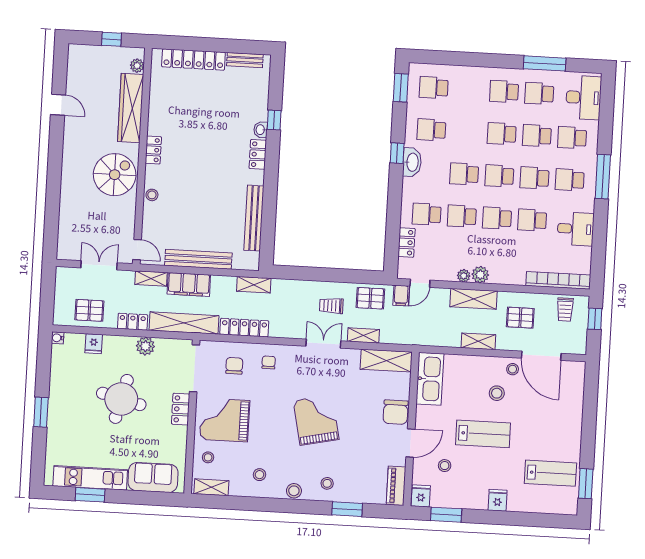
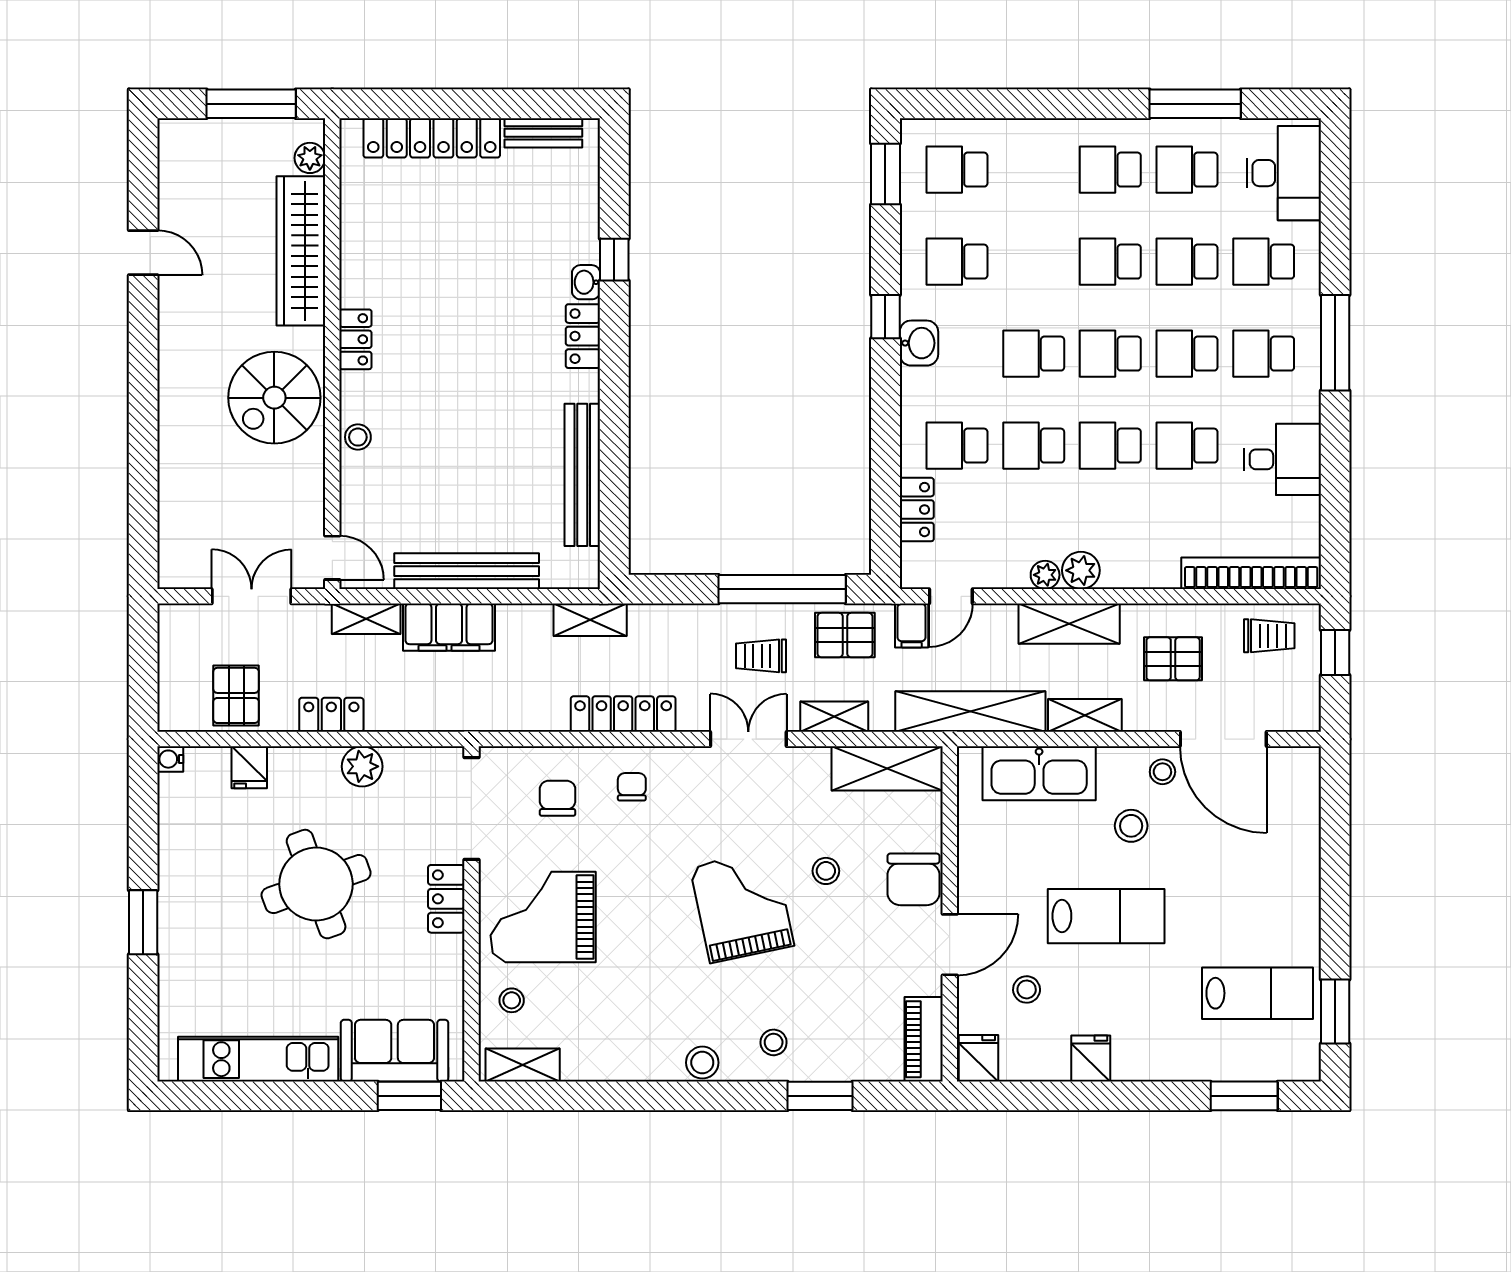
window: (111, 39) -> (251, 104), width x2.17
washbasin: (412, 162) -> (919, 343), width x0.72
spiral stairs: (115, 175) -> (274, 398), turned 180
window: (343, 276) -> (782, 589), added
pallet: (89, 310) -> (236, 695), turned 90
trolley: (565, 310) -> (1269, 636), turned -90
shelving: (184, 323) -> (970, 711), moved
locker: (244, 328) -> (623, 714), moved
kitchen sink: (430, 379) -> (1039, 773), moved, turned 90
round table: (121, 399) -> (316, 884), turned -34
stool: (260, 475) -> (826, 871), moved
window: (90, 495) -> (409, 1096), moved
fridge: (498, 500) -> (1091, 1059), moved
window: (446, 515) -> (1244, 1096), moved

